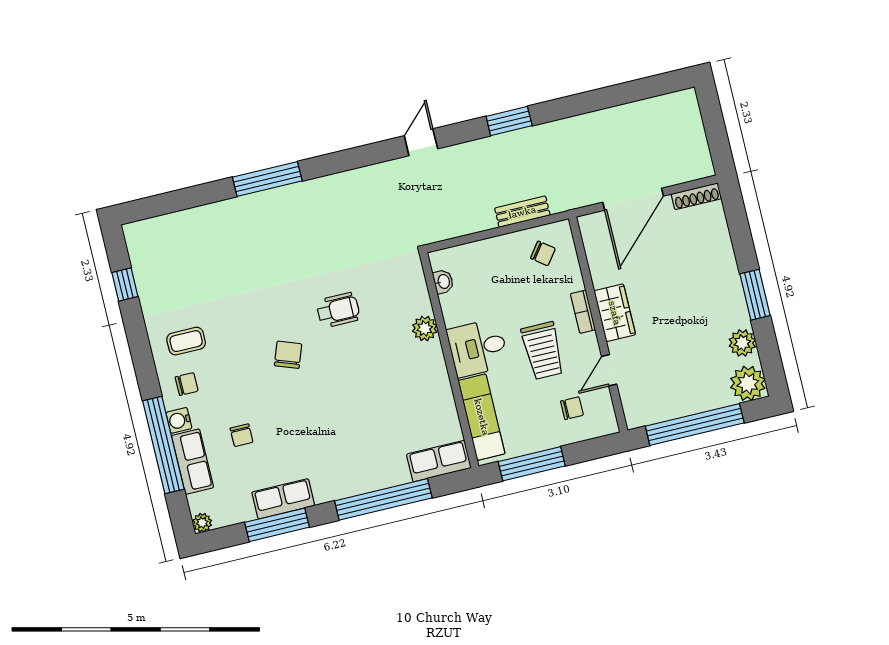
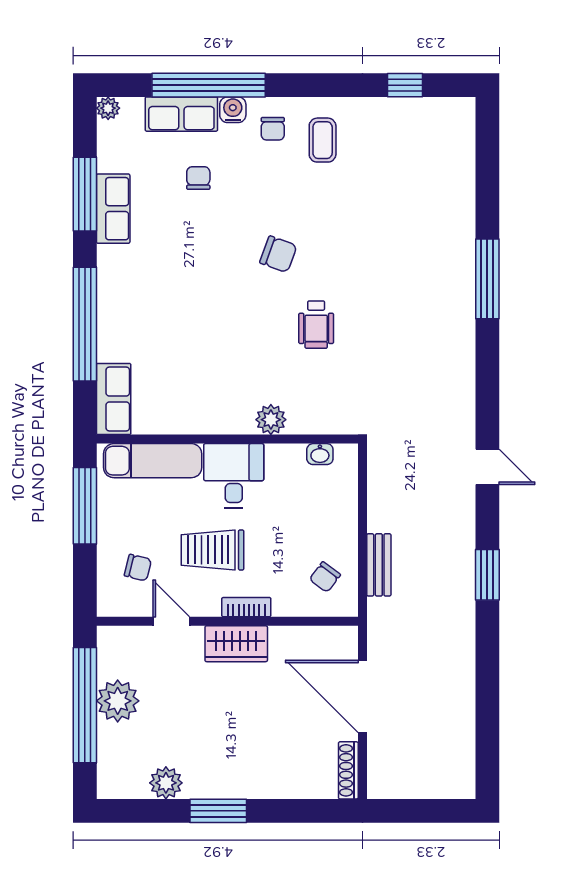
plant: (748, 383) -> (118, 701), moved
chair: (572, 408) -> (138, 568), turned -76
chair: (242, 435) -> (198, 178), turned 90

